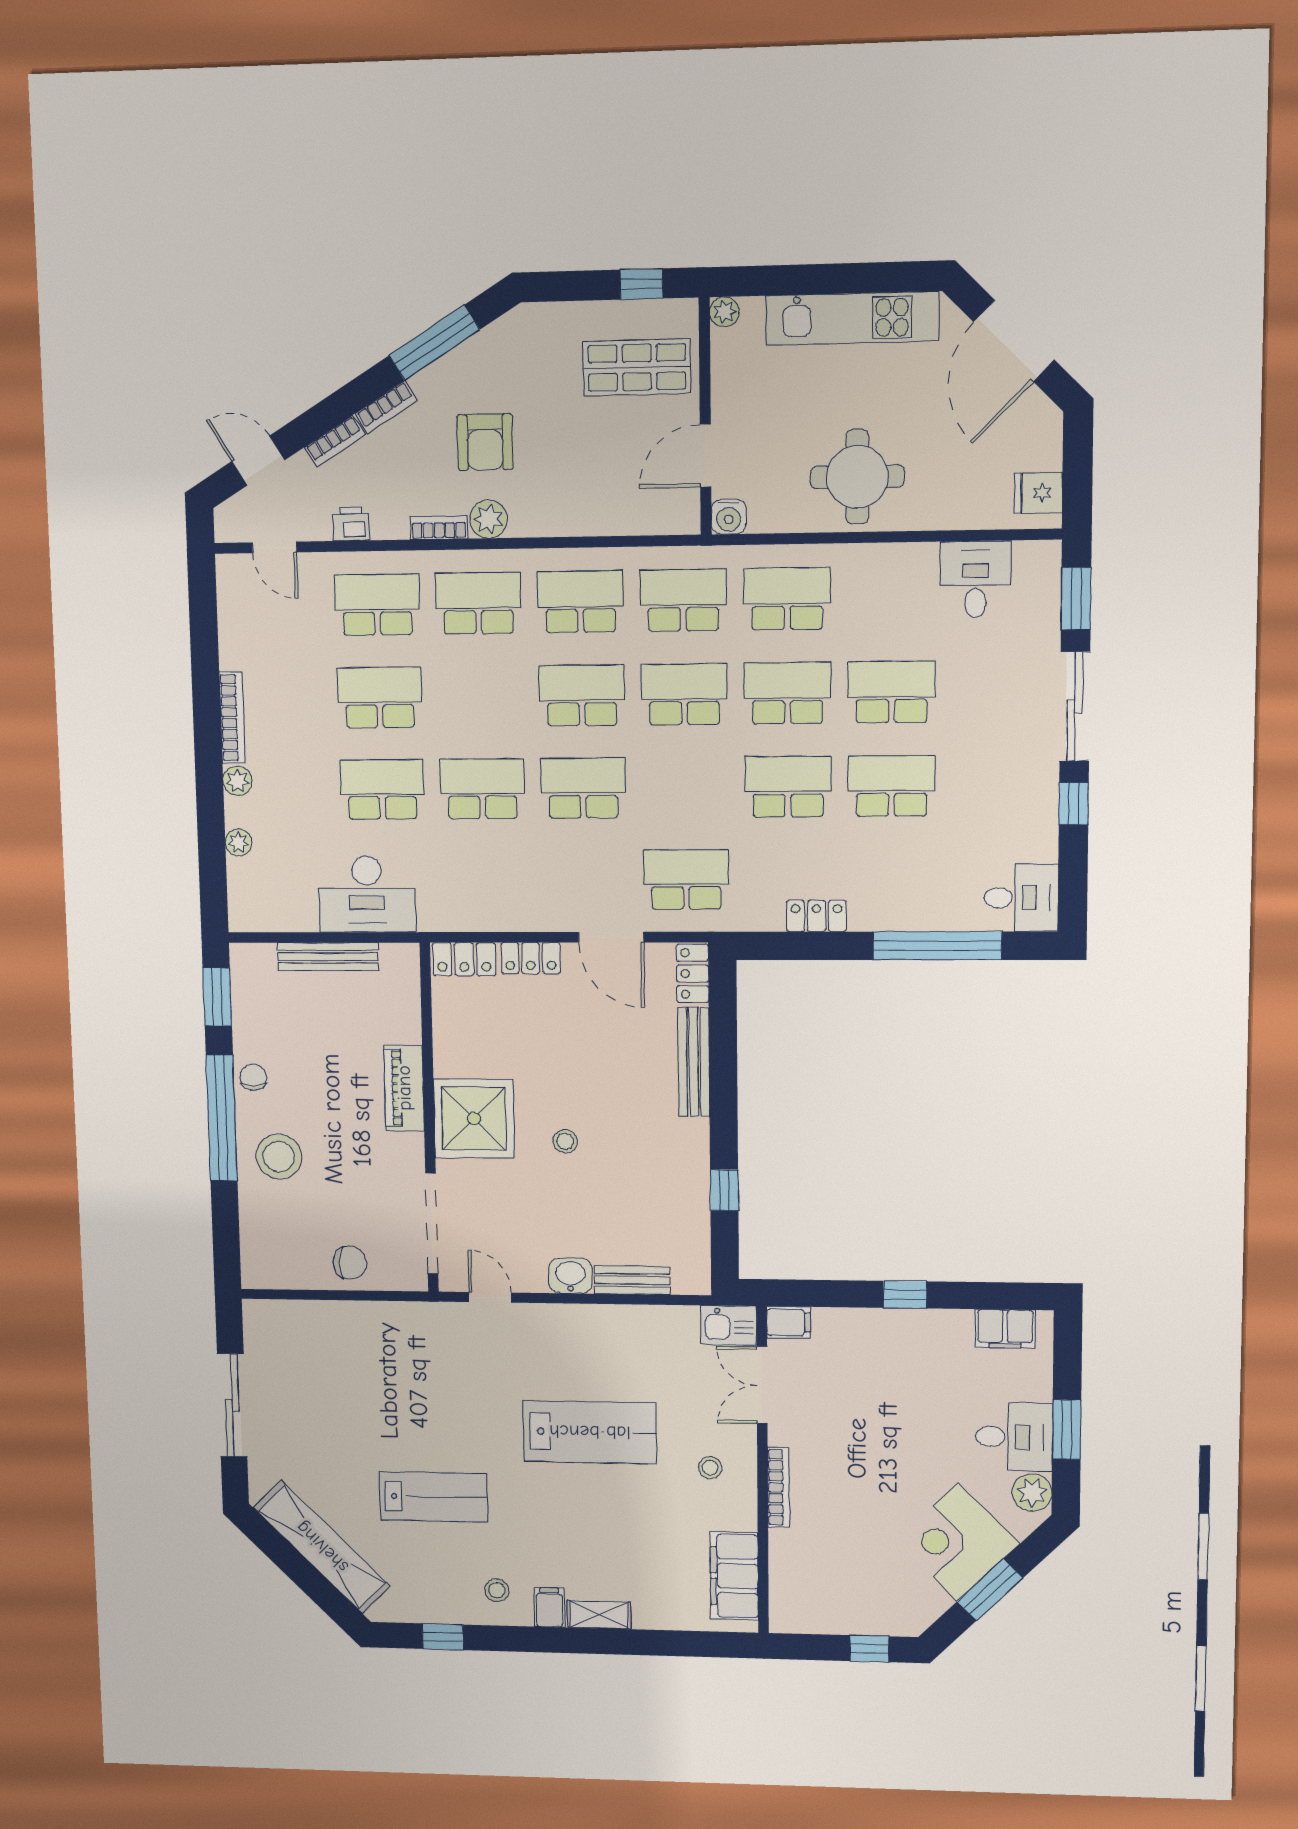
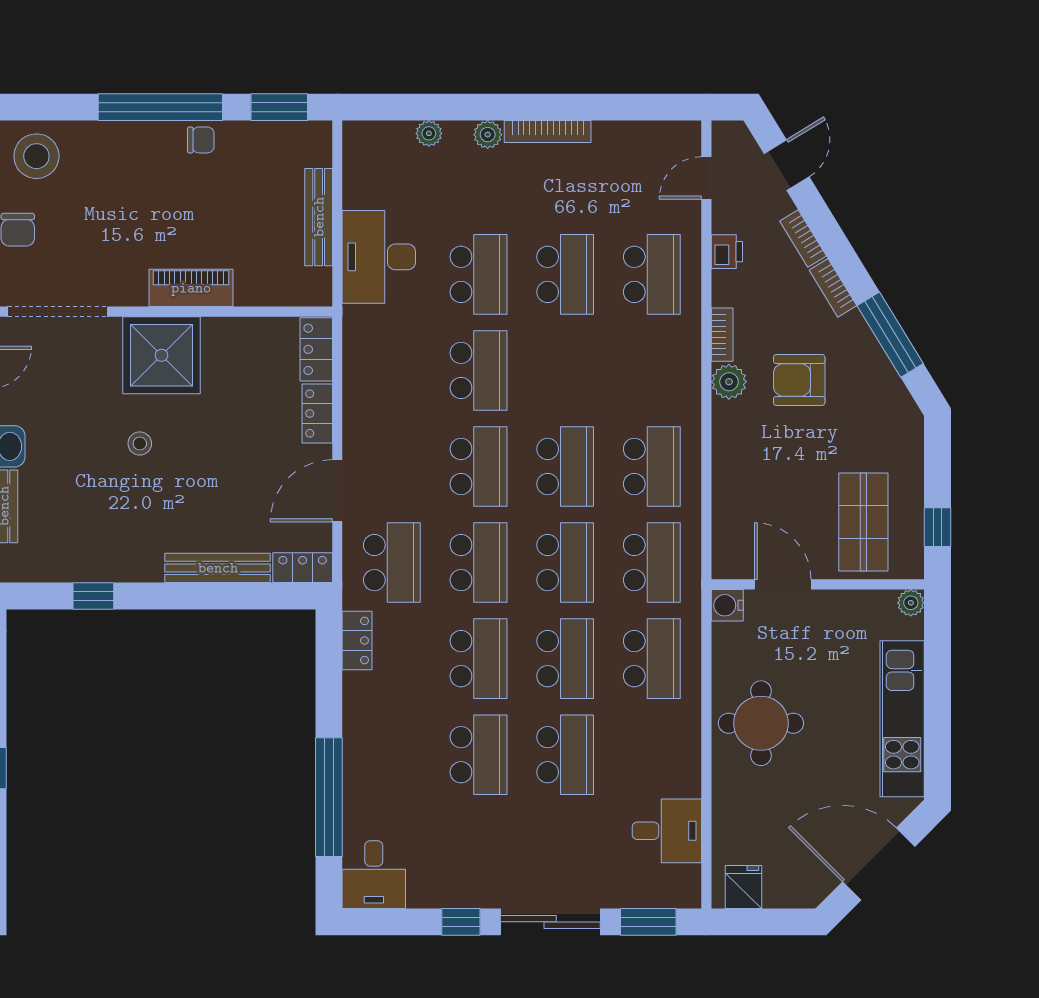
school desk: (478, 603) -> (479, 563), moved
locker: (816, 916) -> (357, 640), moved
stool: (279, 1157) -> (36, 156), moved

